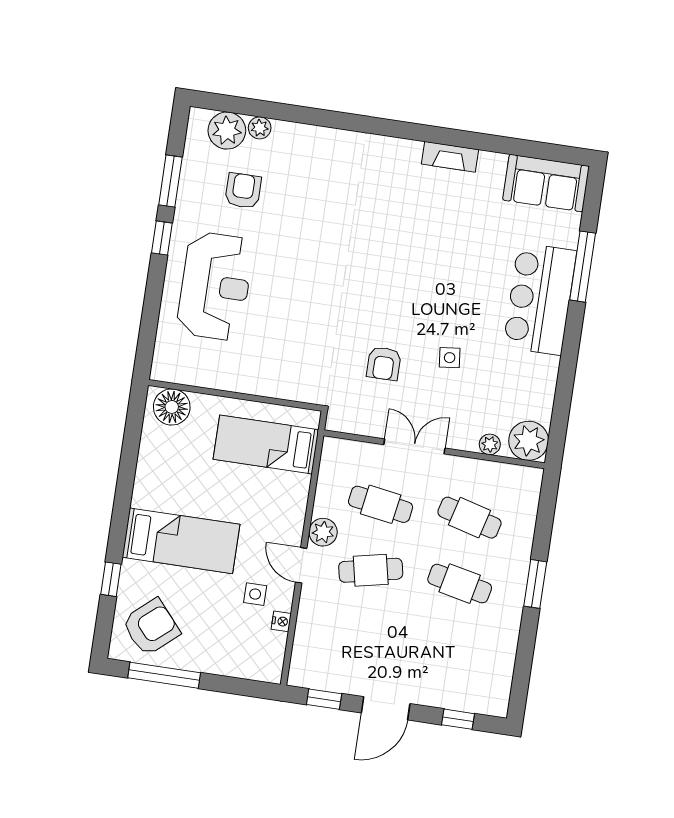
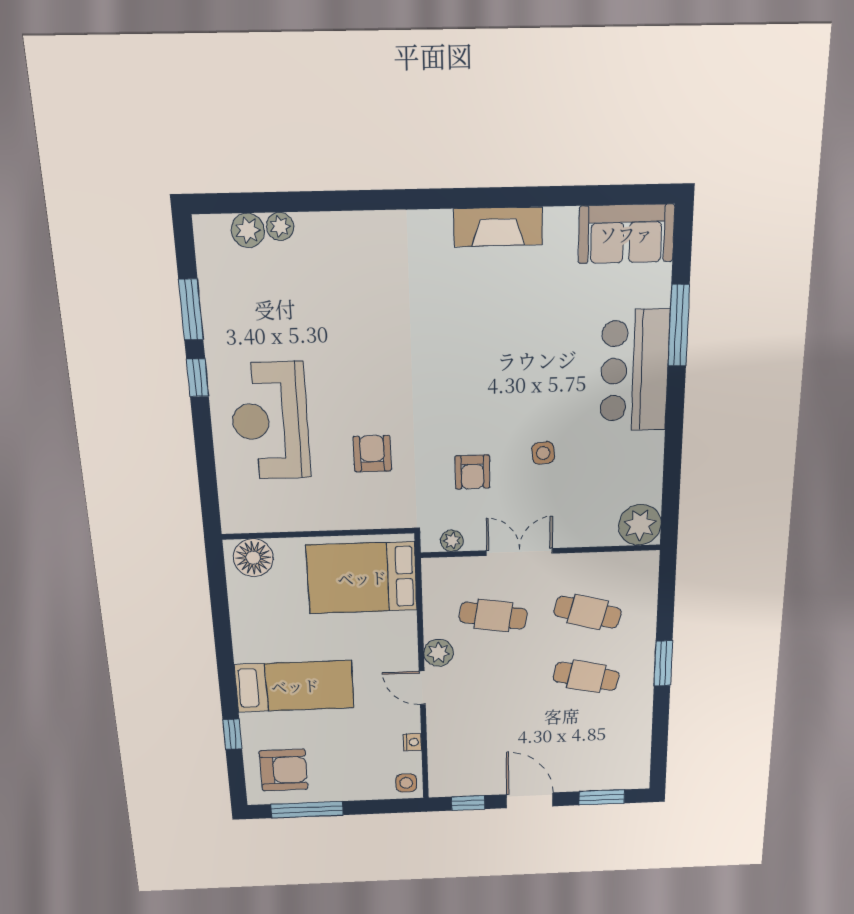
plant: (227, 131) -> (248, 230), width x0.73, depth x0.73
fireplace: (450, 157) -> (498, 227), width x1.37, depth x1.32
armchair: (243, 191) -> (372, 454), moved
reception desk: (215, 286) -> (270, 421), turned 180
plant: (490, 444) -> (452, 541), moved
bed: (266, 445) -> (362, 578), width x1.50
cafe table: (371, 570) -> (494, 680), removed
side table: (255, 594) -> (406, 783), moved
armchair: (151, 627) -> (284, 770), turned 41
door: (386, 708) -> (530, 800), swing flipped
window: (458, 719) -> (602, 797), width x1.50

